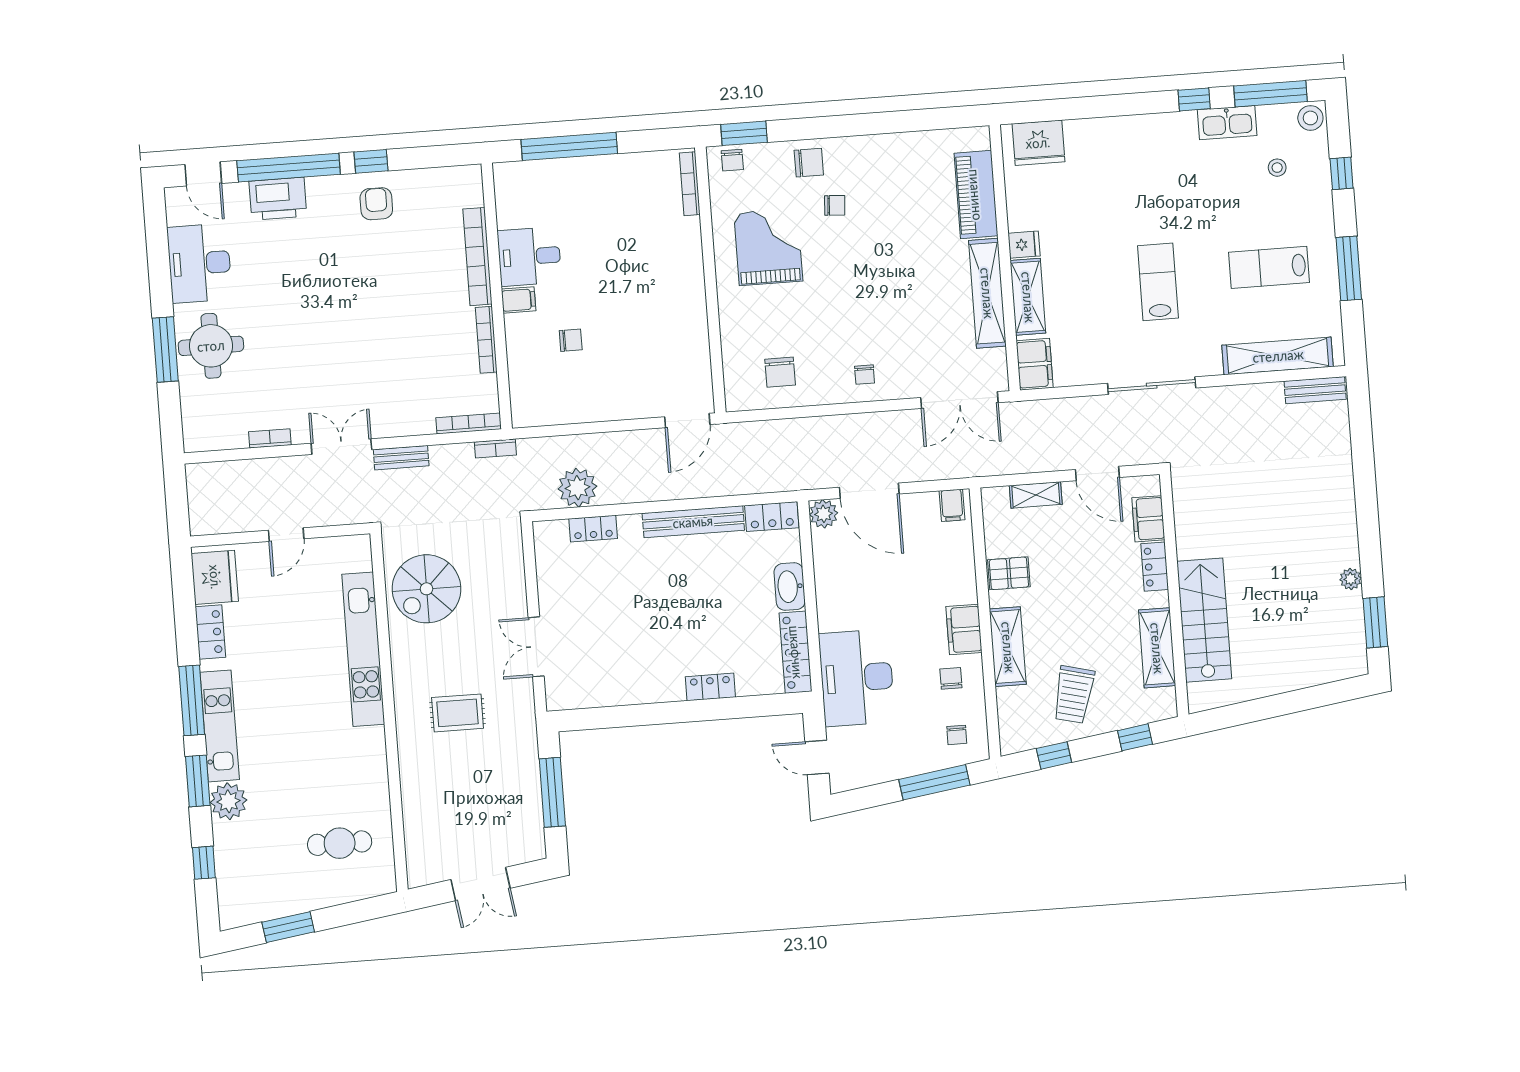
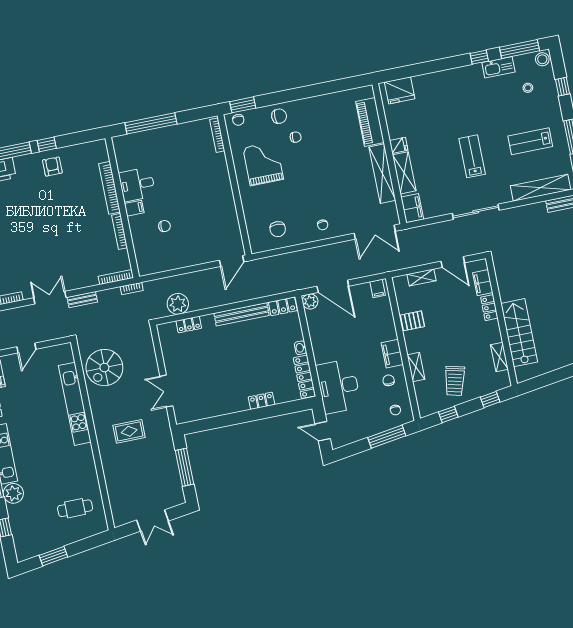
washbasin: (790, 586) -> (300, 348), width x0.52, depth x0.69
shelving: (1008, 647) -> (416, 367), width x0.67, depth x0.75
shelving: (1157, 648) -> (499, 357), width x0.67, depth x0.75

